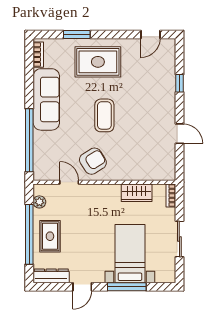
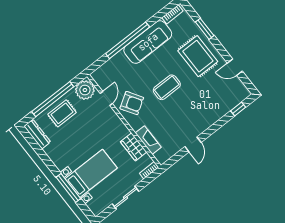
door: (150, 34) -> (235, 67), moved
window: (179, 83) -> (238, 109), moved
window: (29, 140) -> (128, 40), moved
fireplace: (141, 173) -> (148, 140), added
plant: (39, 202) -> (85, 90), width x1.87, depth x1.87
door: (82, 287) -> (46, 159), removed

